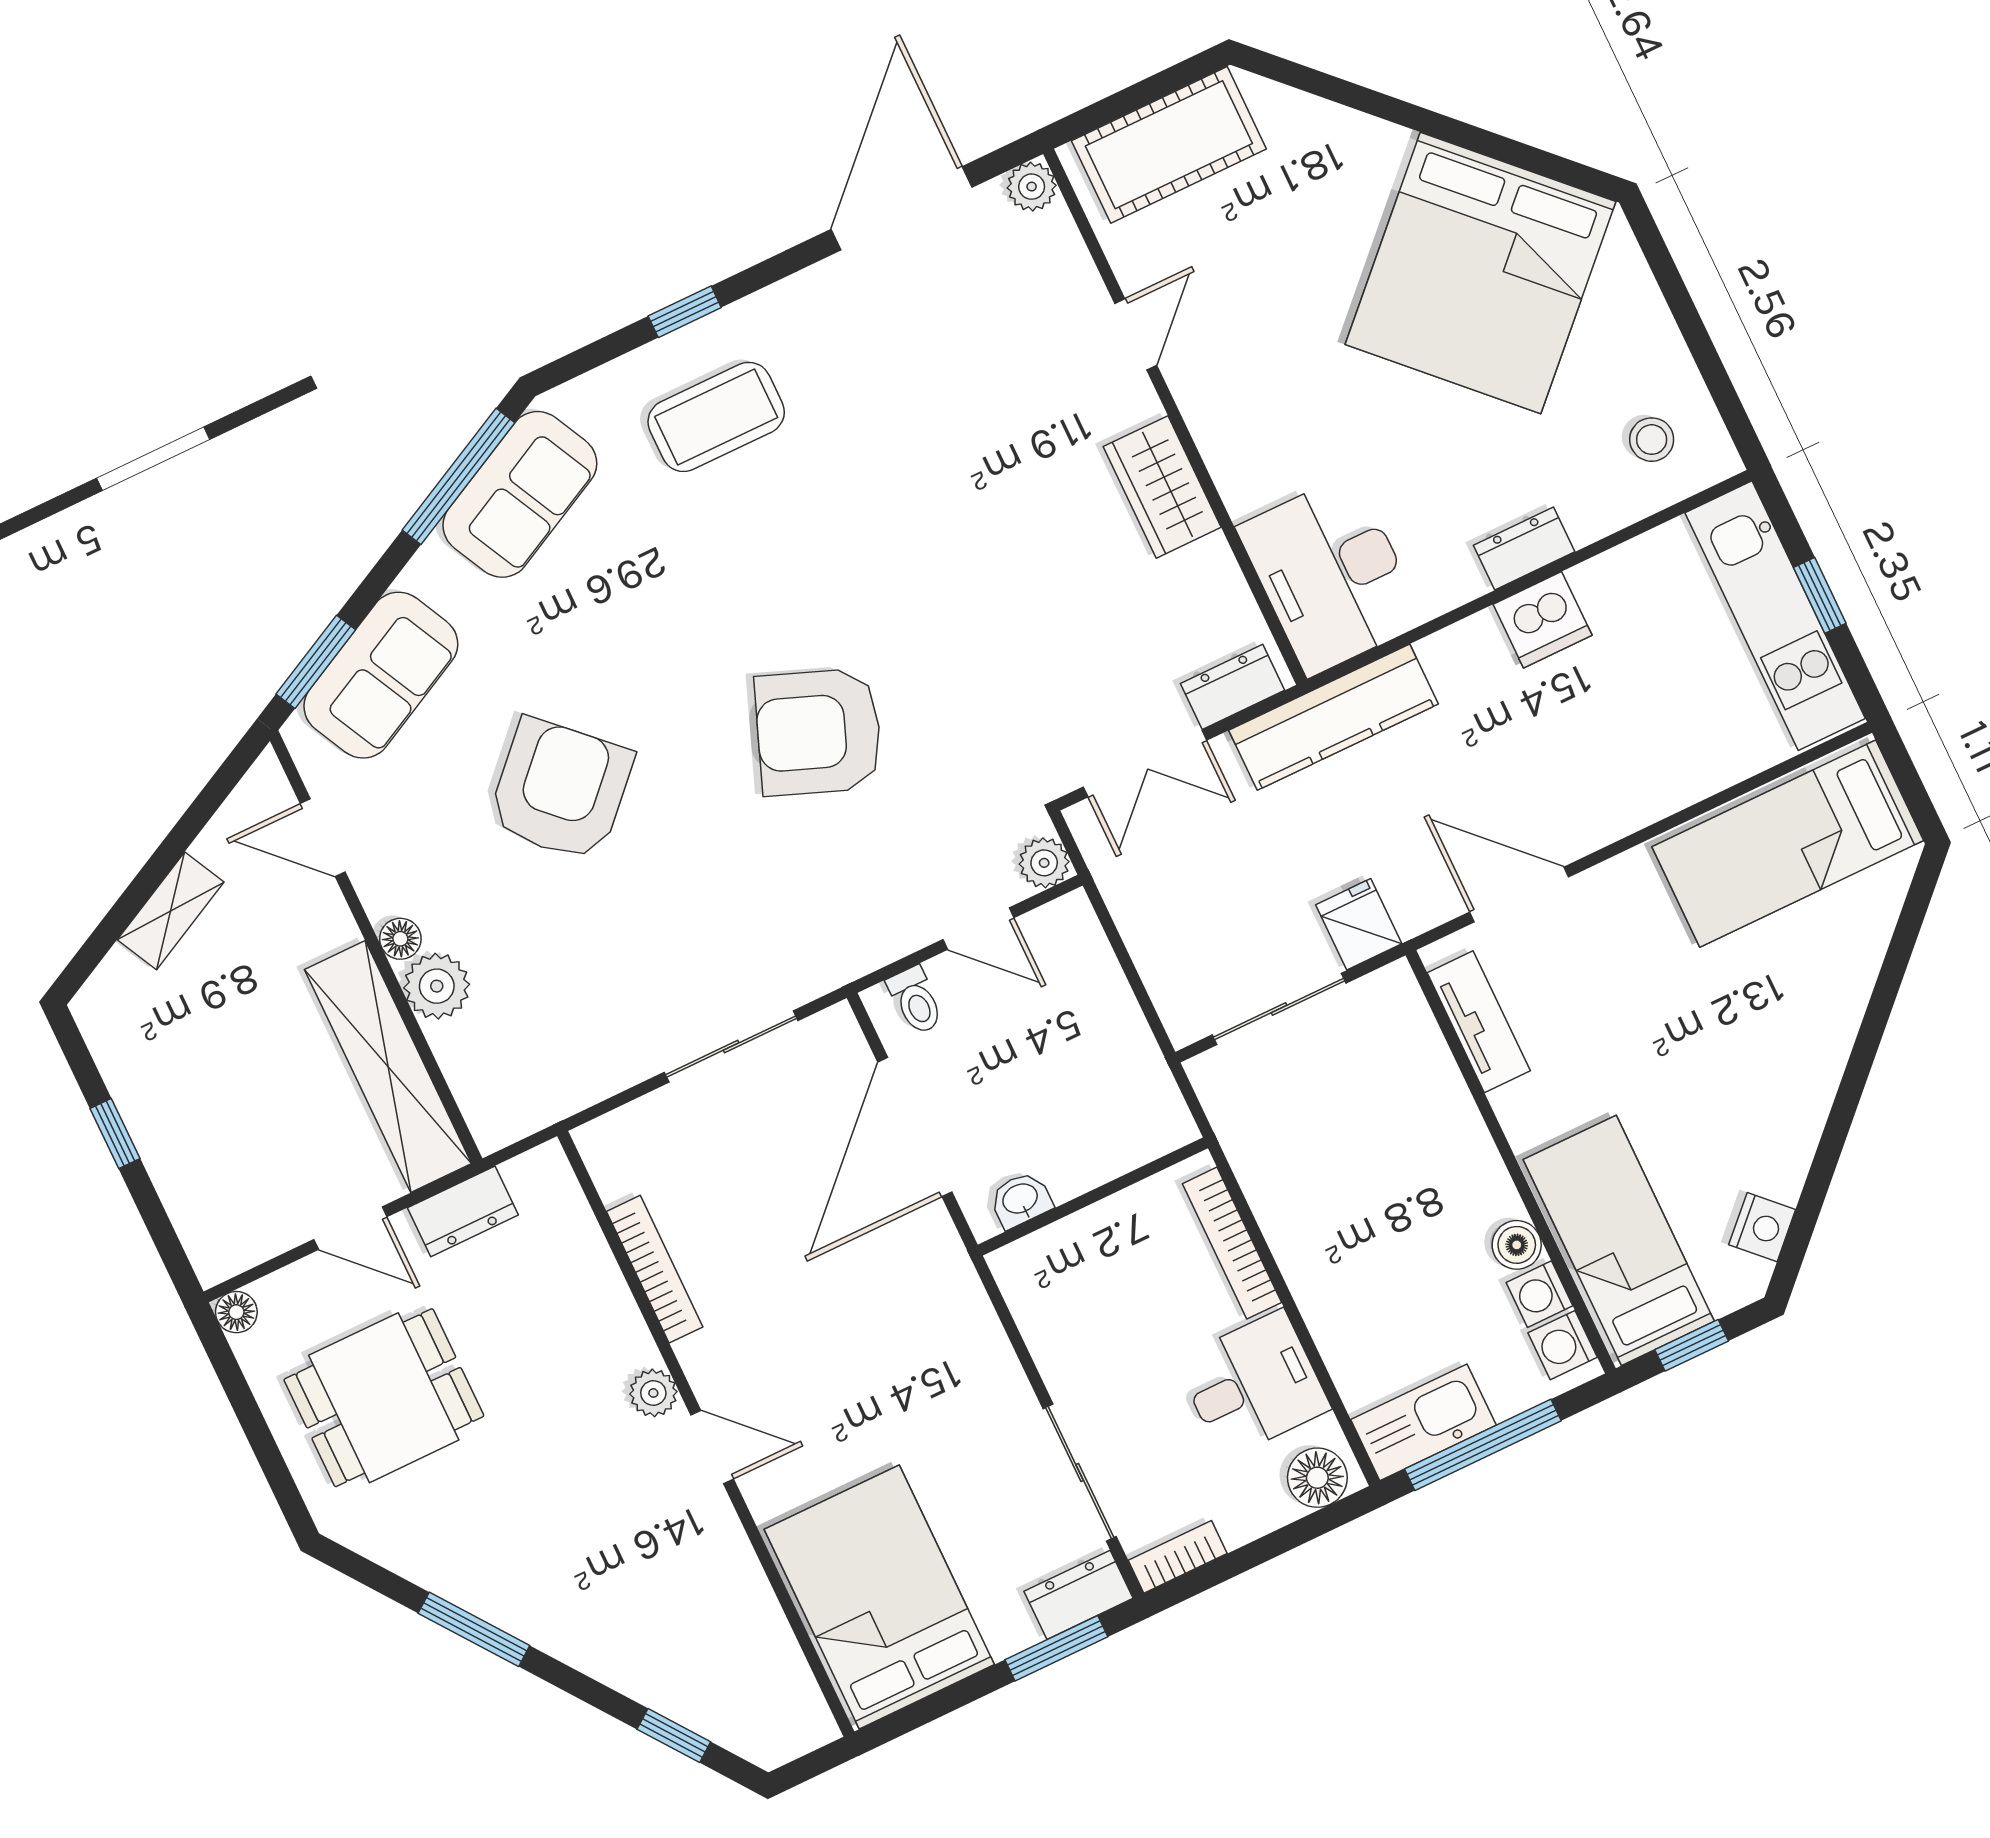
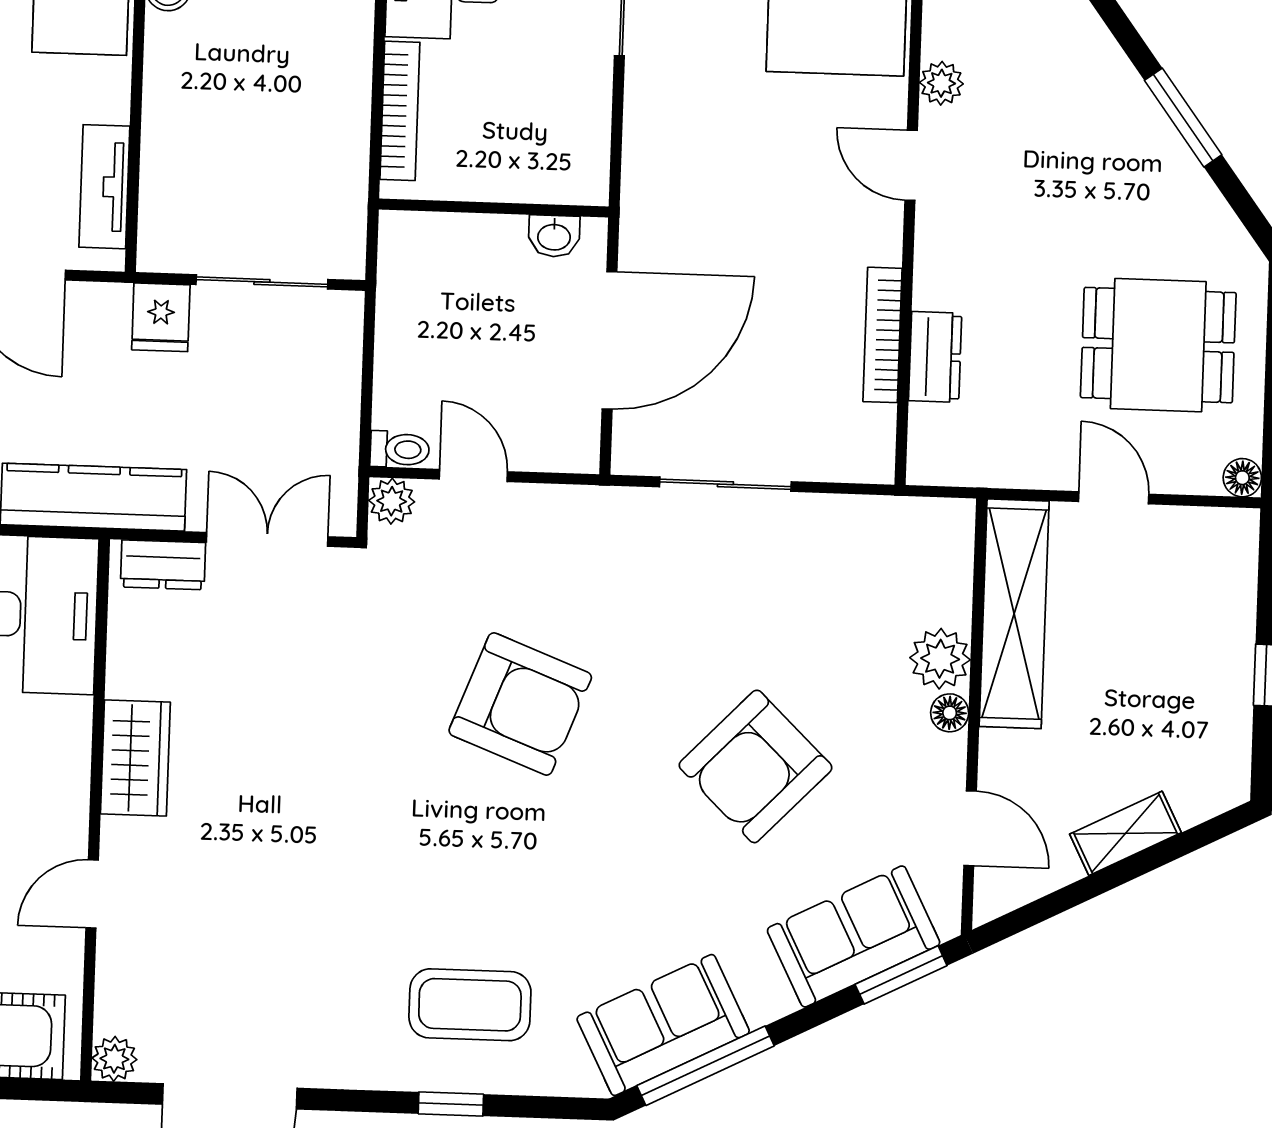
toilet: (916, 1000) -> (400, 449), moved, turned 90
dresser: (463, 1211) -> (935, 357), moved, turned 90
plant: (653, 1393) -> (941, 83), moved

